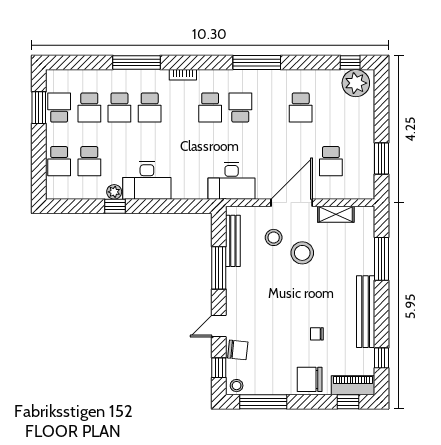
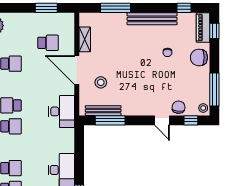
stool: (302, 253) -> (111, 63), removed
window: (219, 268) -> (110, 120), moved
chair: (310, 379) -> (199, 57), turned 90

